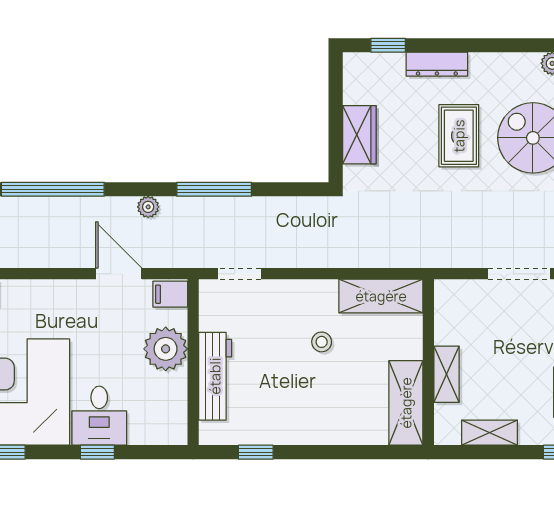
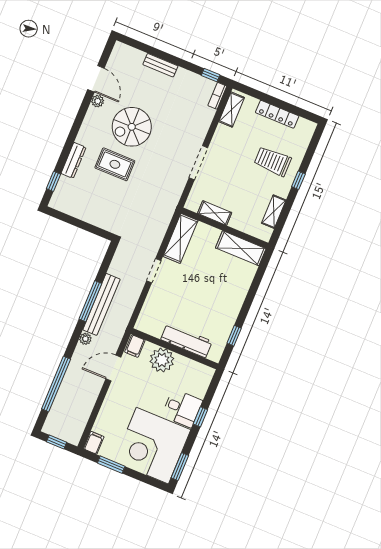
wardrobe: (359, 135) -> (93, 215), removed
bench: (216, 210) -> (101, 304), added
doorway: (239, 274) -> (154, 271), moved
stool: (322, 342) -> (191, 278), removed
shelving: (447, 374) -> (215, 213), moved

